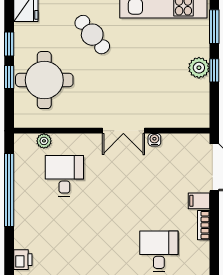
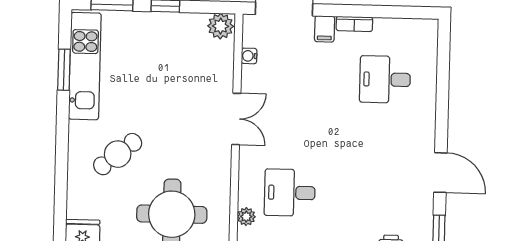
plant: (199, 68) -> (221, 26), moved
water cooler: (154, 140) -> (249, 56), moved

